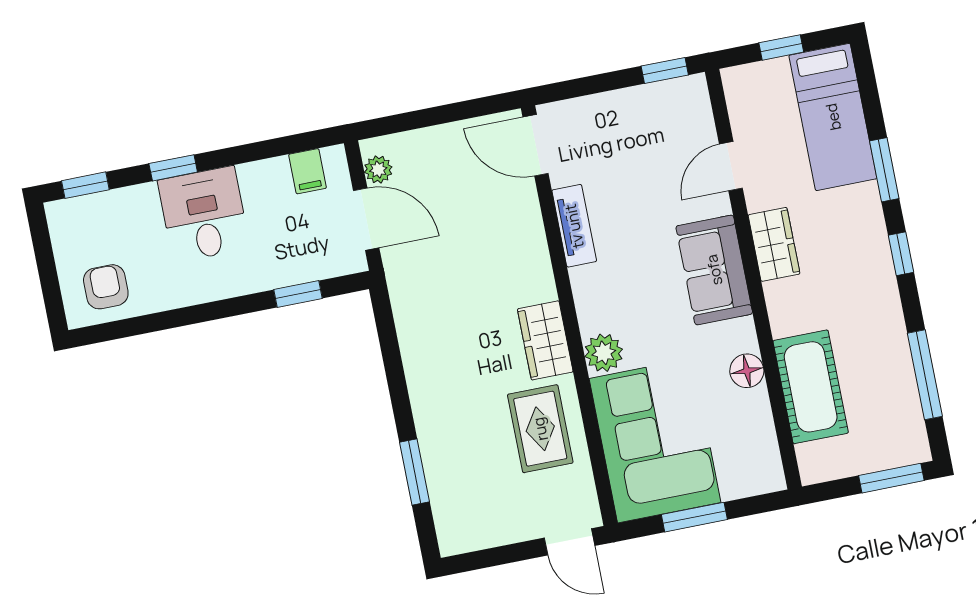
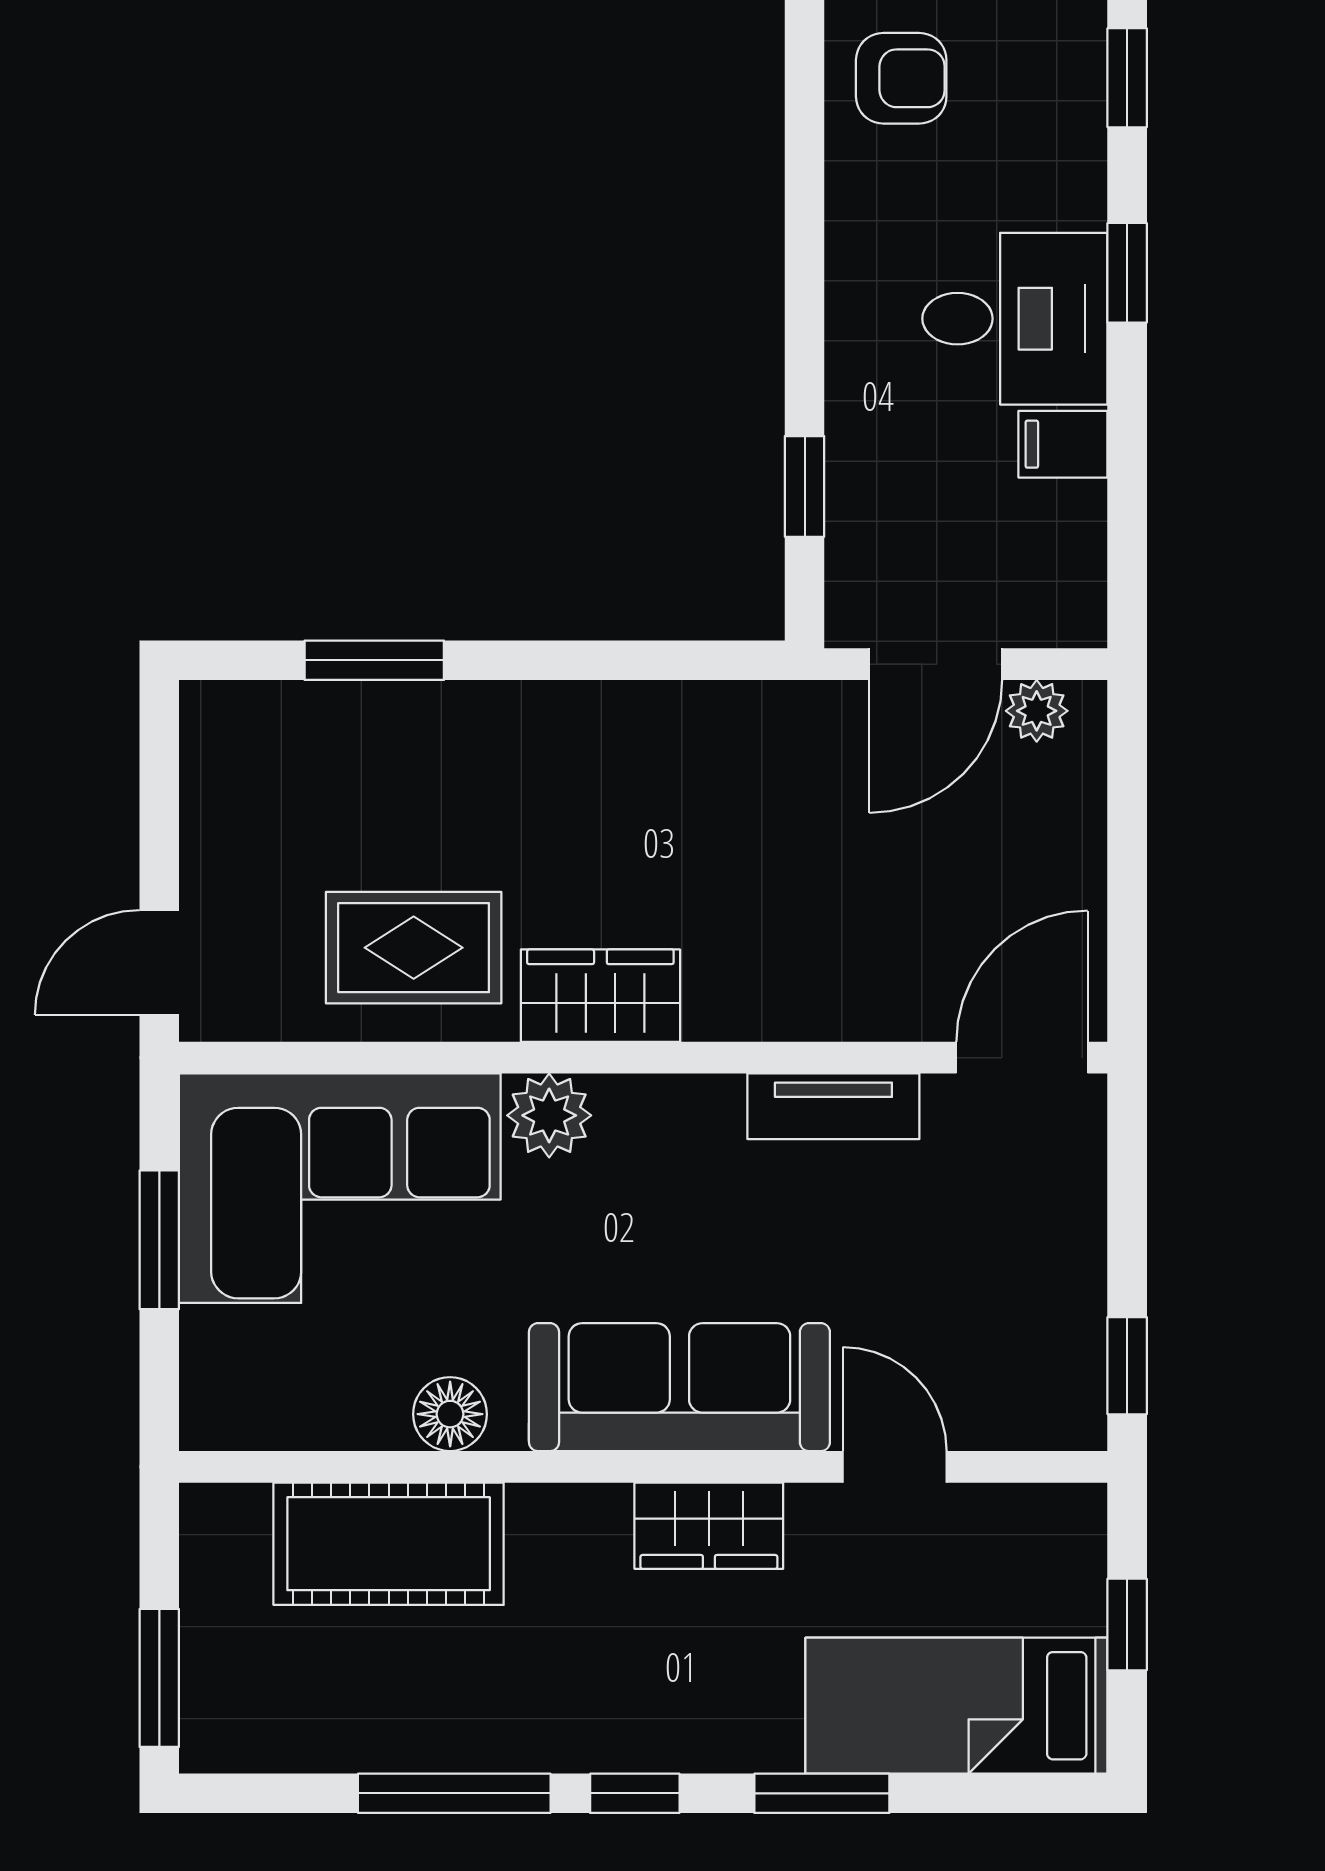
filing cabinet: (307, 171) -> (1063, 444), moved
sofa: (714, 270) -> (679, 1387), width x1.36
window: (925, 375) -> (454, 1793), moved

